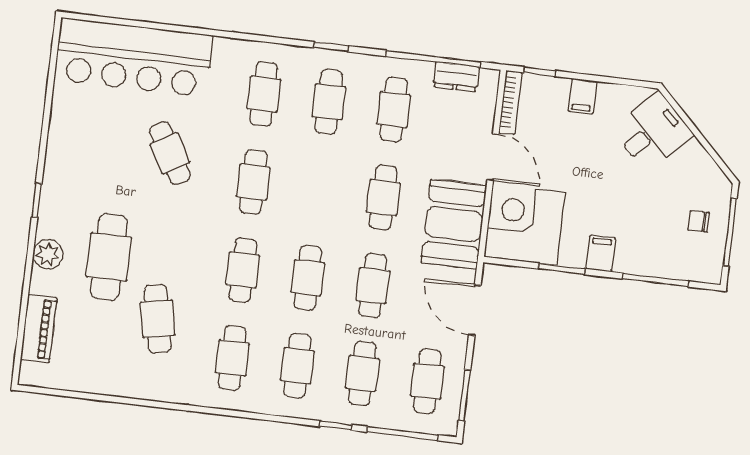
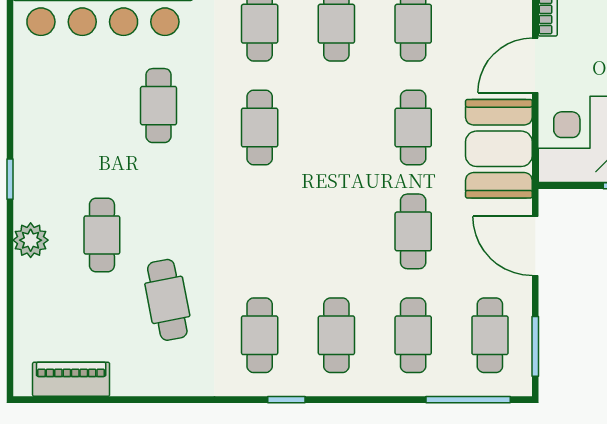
cafe table: (170, 153) -> (159, 106), turned 30
door: (493, 157) -> (535, 65), swing flipped
cafe table: (109, 257) -> (102, 235), width x0.73, depth x0.74
cafe table: (243, 270) -> (260, 231), removed
cafe table: (308, 278) -> (336, 231), removed
piano: (39, 329) -> (71, 379), moved, turned -90
window: (336, 426) -> (286, 400), moved

